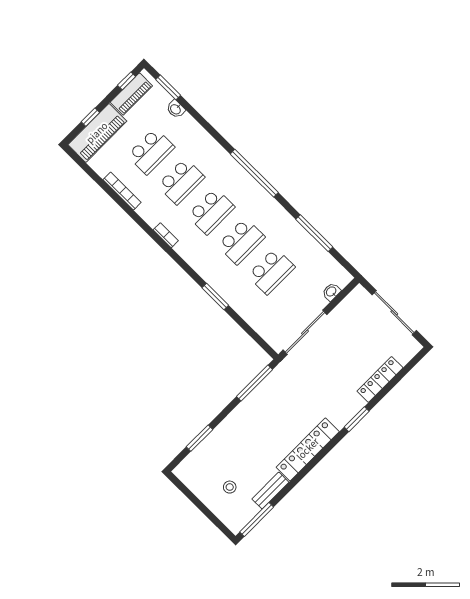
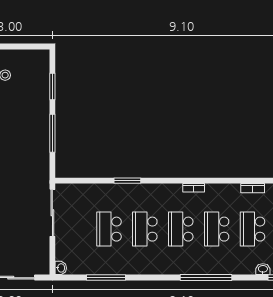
window: (254, 173) -> (206, 278), moved
bookcase: (122, 191) -> (253, 188), width x0.64
washbasin: (331, 292) -> (61, 268), moved
window: (254, 383) -> (52, 133), moved

